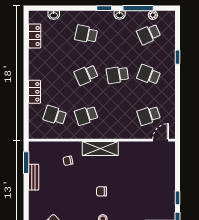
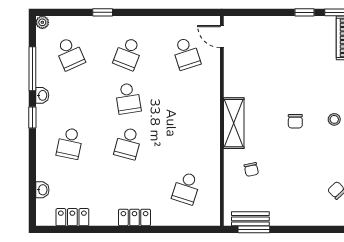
plant: (153, 15) -> (42, 22), moved
school desk: (86, 75) -> (128, 143), turned 39
locker: (34, 92) -> (134, 217), moved
school desk: (86, 115) -> (186, 143), removed
bench: (34, 177) -> (250, 219), moved

